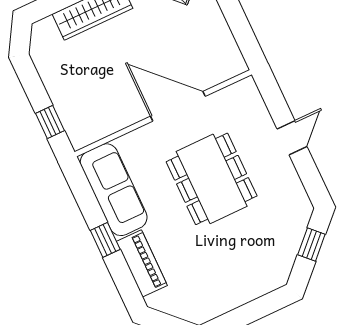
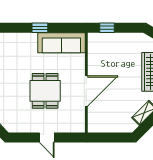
dining table: (212, 179) -> (45, 91), width x0.73
piano: (142, 263) -> (21, 40), removed

